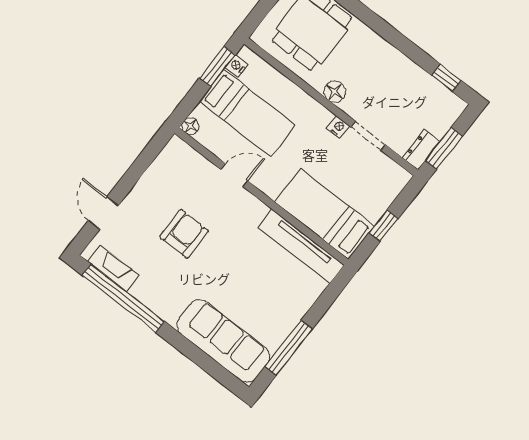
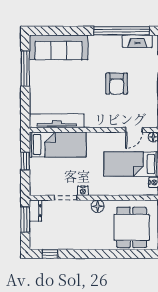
door: (234, 175) -> (134, 130), moved

